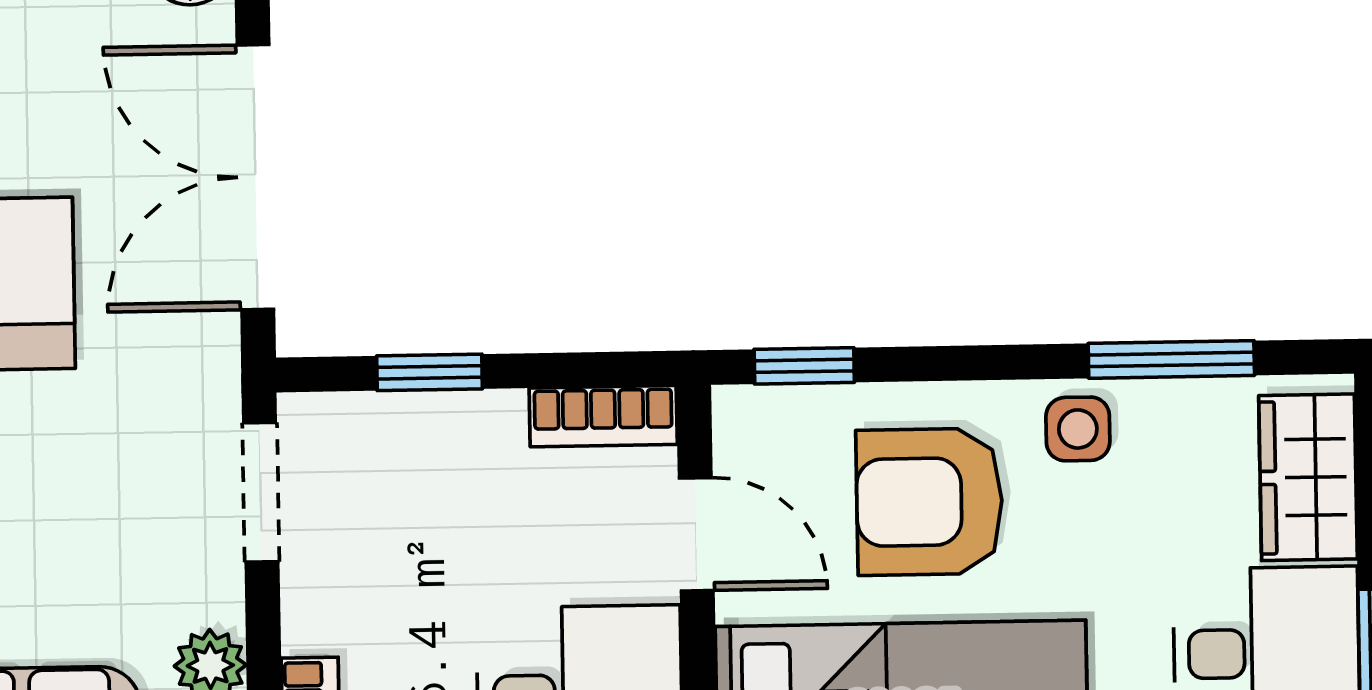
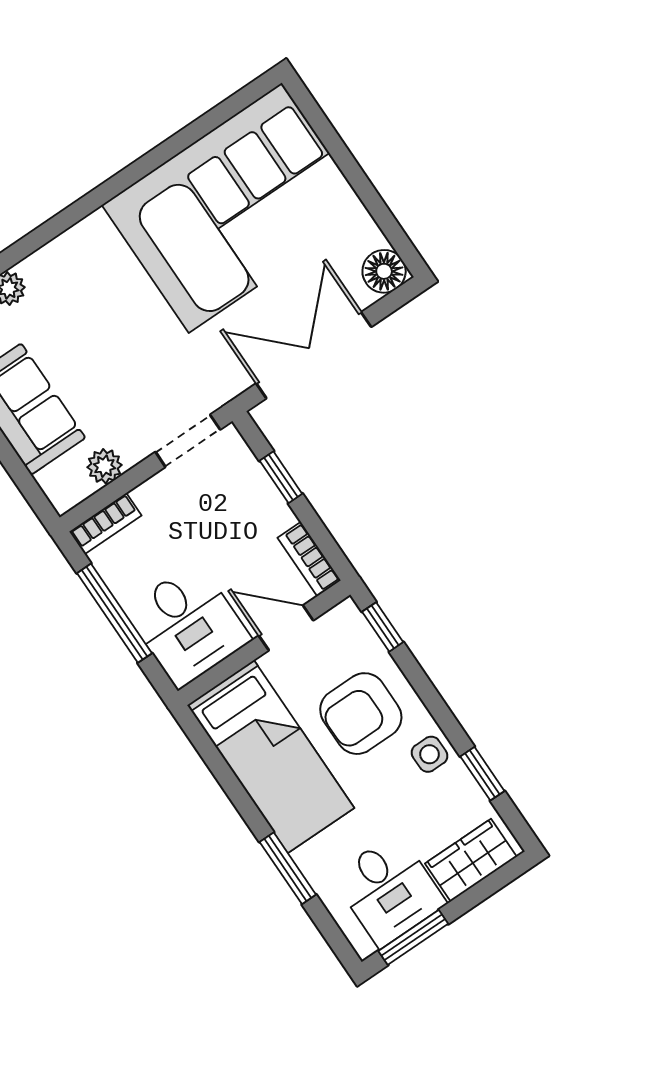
window: (1171, 359) -> (482, 774), width x0.67
armchair: (929, 502) -> (361, 714), turned -90
door: (696, 534) -> (286, 628), swing flipped

